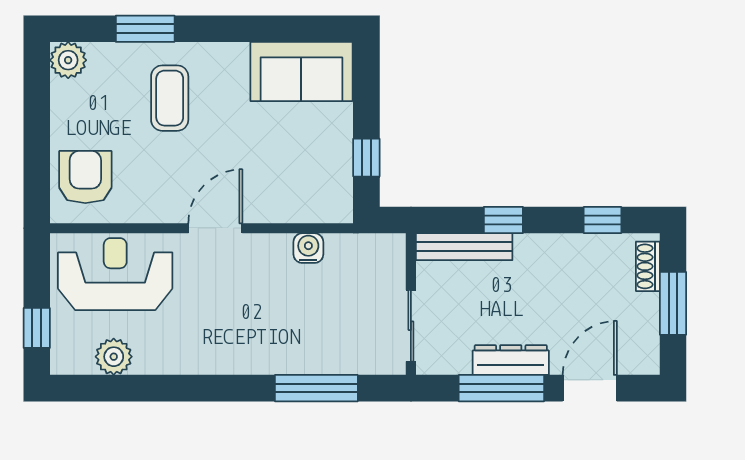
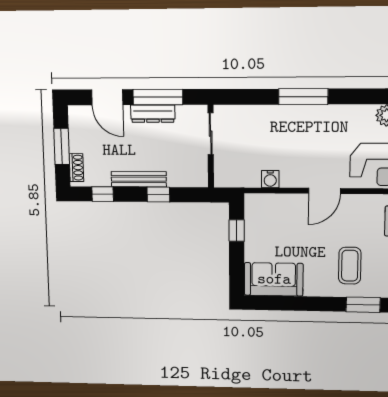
bench: (464, 247) -> (139, 179), moved
window: (316, 388) -> (303, 97), moved
door: (590, 388) -> (107, 97), hinge flipped

